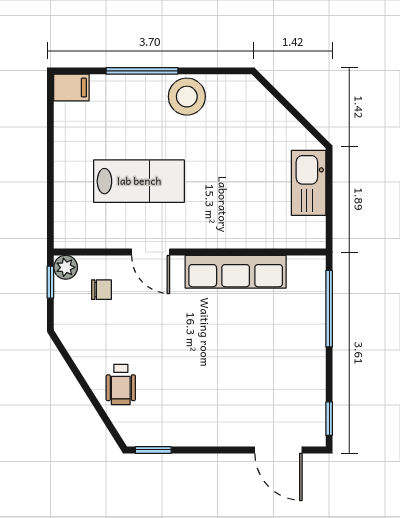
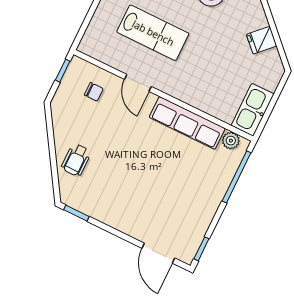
fridge: (278, 125) -> (262, 40), added
kitchen sink: (309, 183) -> (253, 110), moved
plant: (66, 267) -> (231, 141), moved

